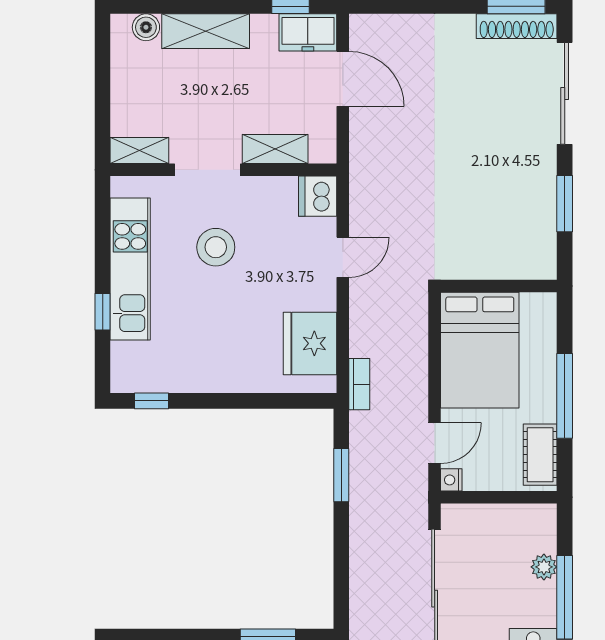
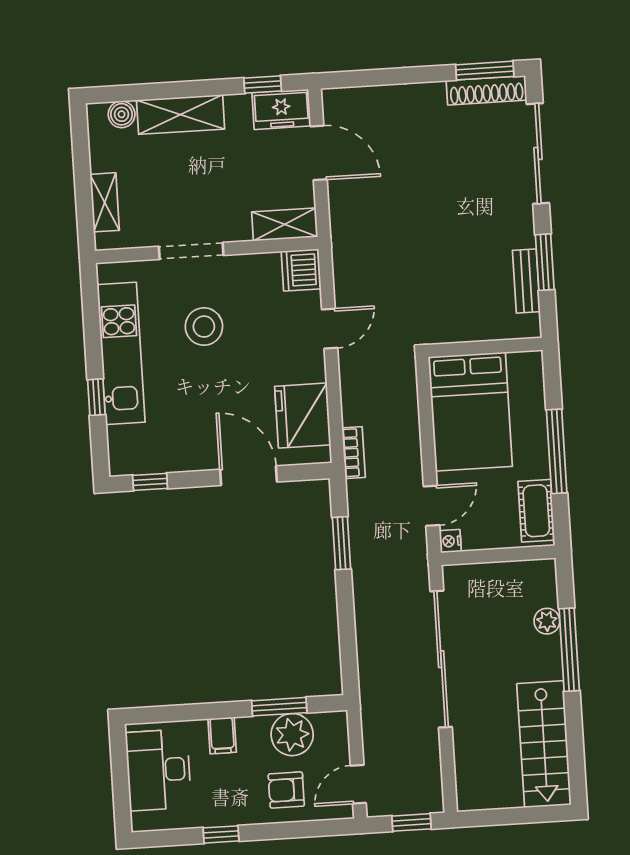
shelving: (275, 149) -> (285, 224), moved
shelving: (139, 151) -> (105, 202), moved, turned 90
bench: (545, 222) -> (526, 281), added
door: (251, 401) -> (248, 476), added

